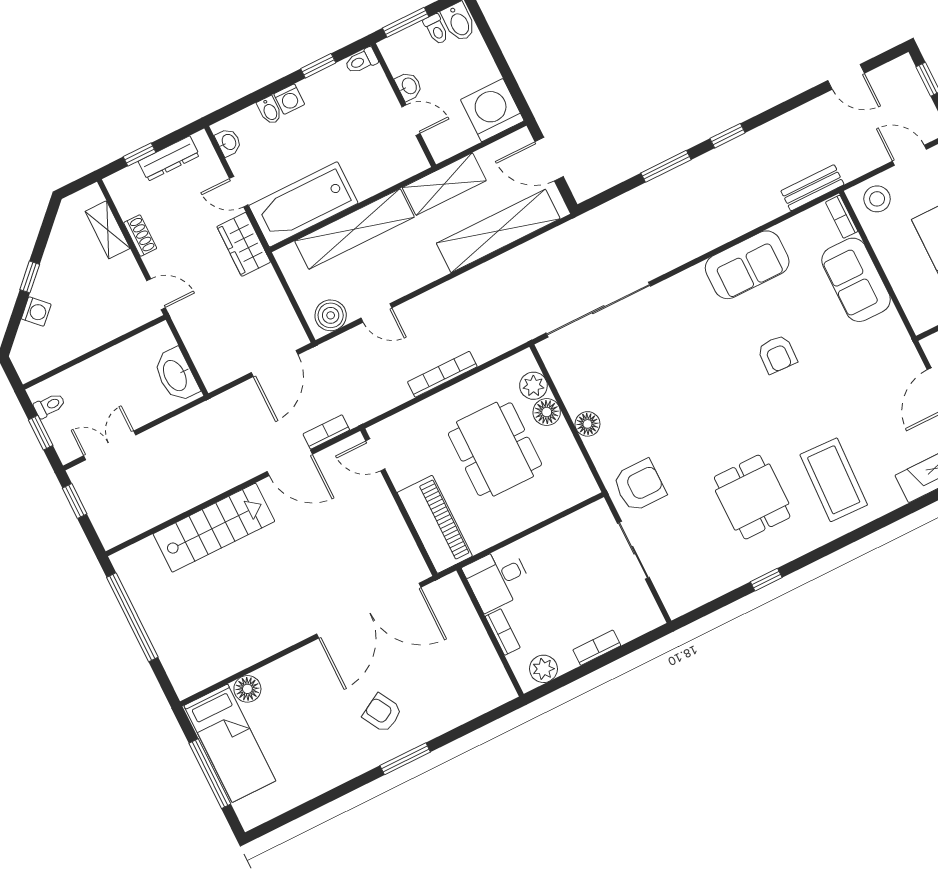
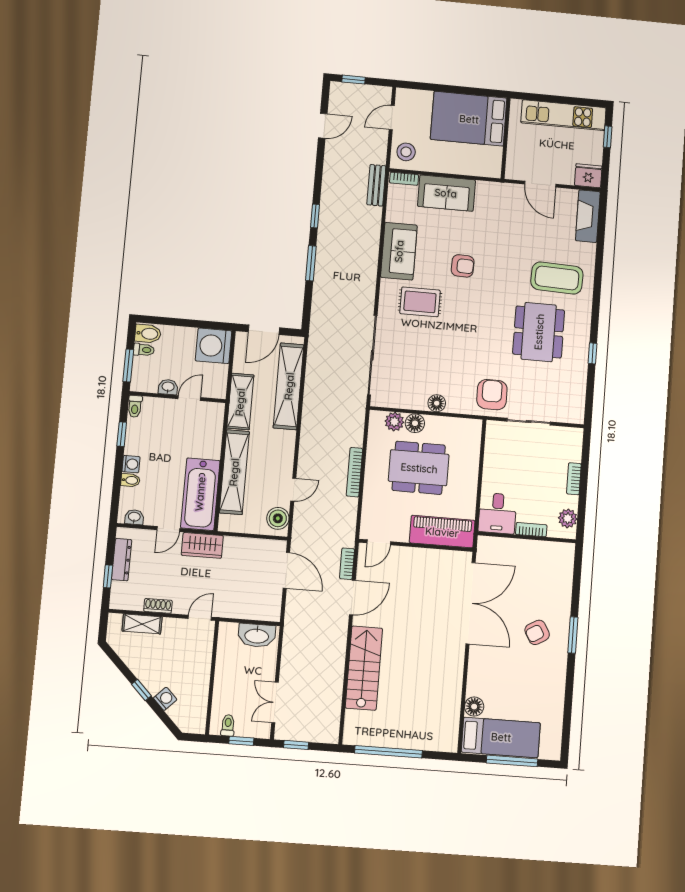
rug: (700, 329) -> (420, 302), added
dining table: (752, 497) -> (539, 332), width x1.38

